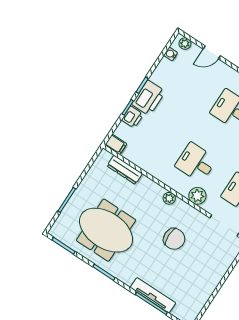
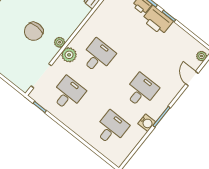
water cooler: (171, 54) -> (194, 43), removed
plant: (169, 198) -> (60, 42), moved

